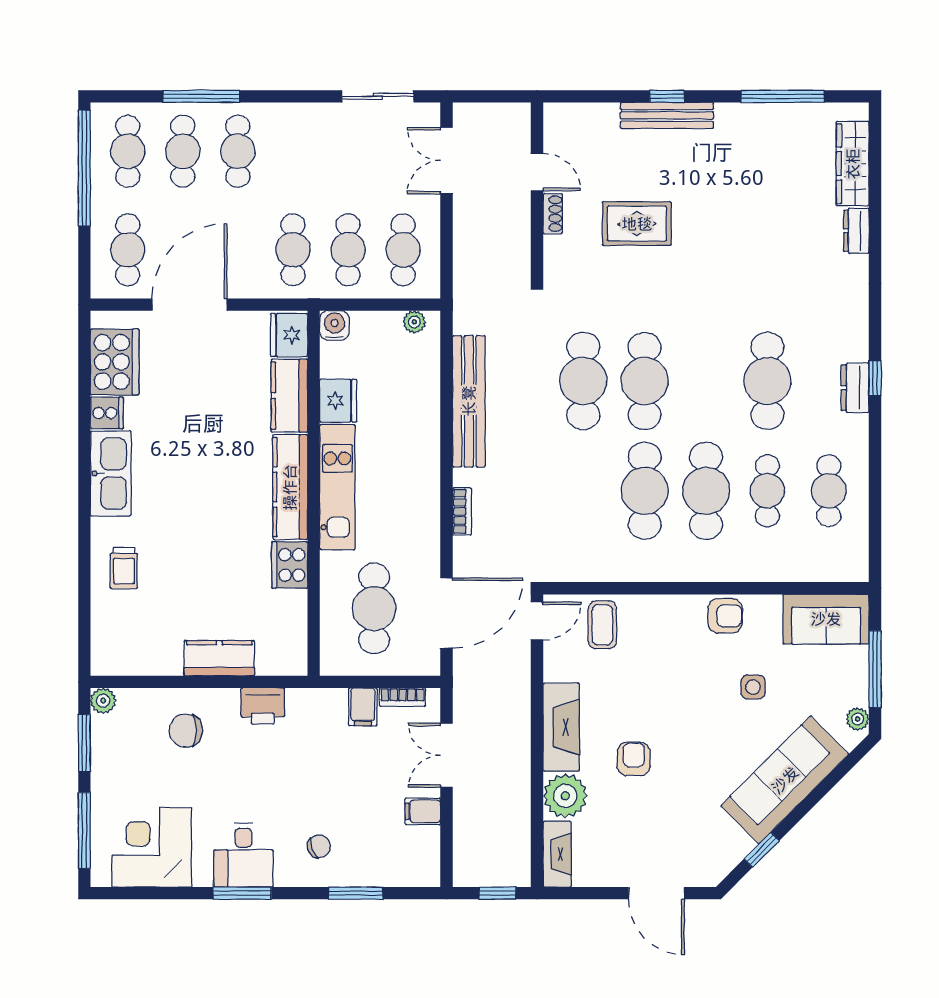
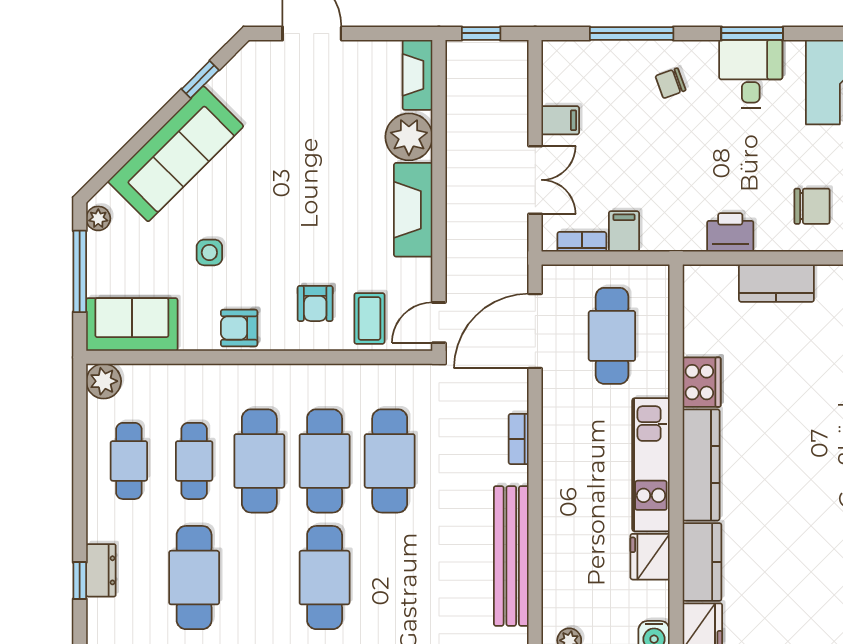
cafe table: (583, 381) -> (390, 461), moved
plant: (853, 566) -> (104, 381), added
armchair: (634, 759) -> (315, 304), moved
window: (356, 893) -> (632, 33), width x1.44

